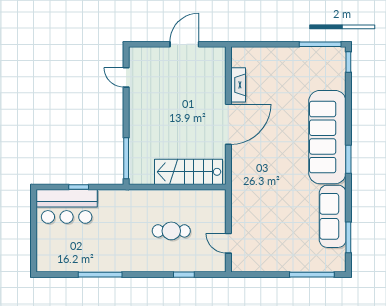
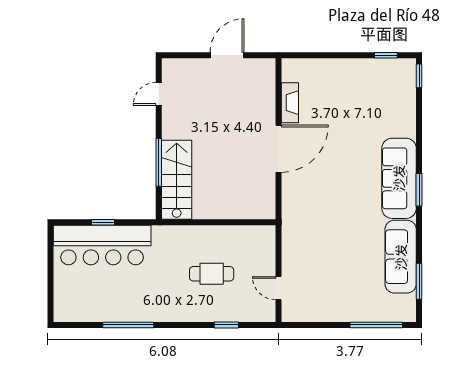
window: (320, 44) -> (386, 55), width x0.46
door: (126, 77) -> (159, 94), hinge flipped
sofa: (327, 137) -> (399, 178), width x0.74, depth x0.79
window: (126, 158) -> (159, 162), moved
stairs: (188, 172) -> (177, 180), moved, turned 90
bar counter: (67, 206) -> (102, 245), width x1.36

